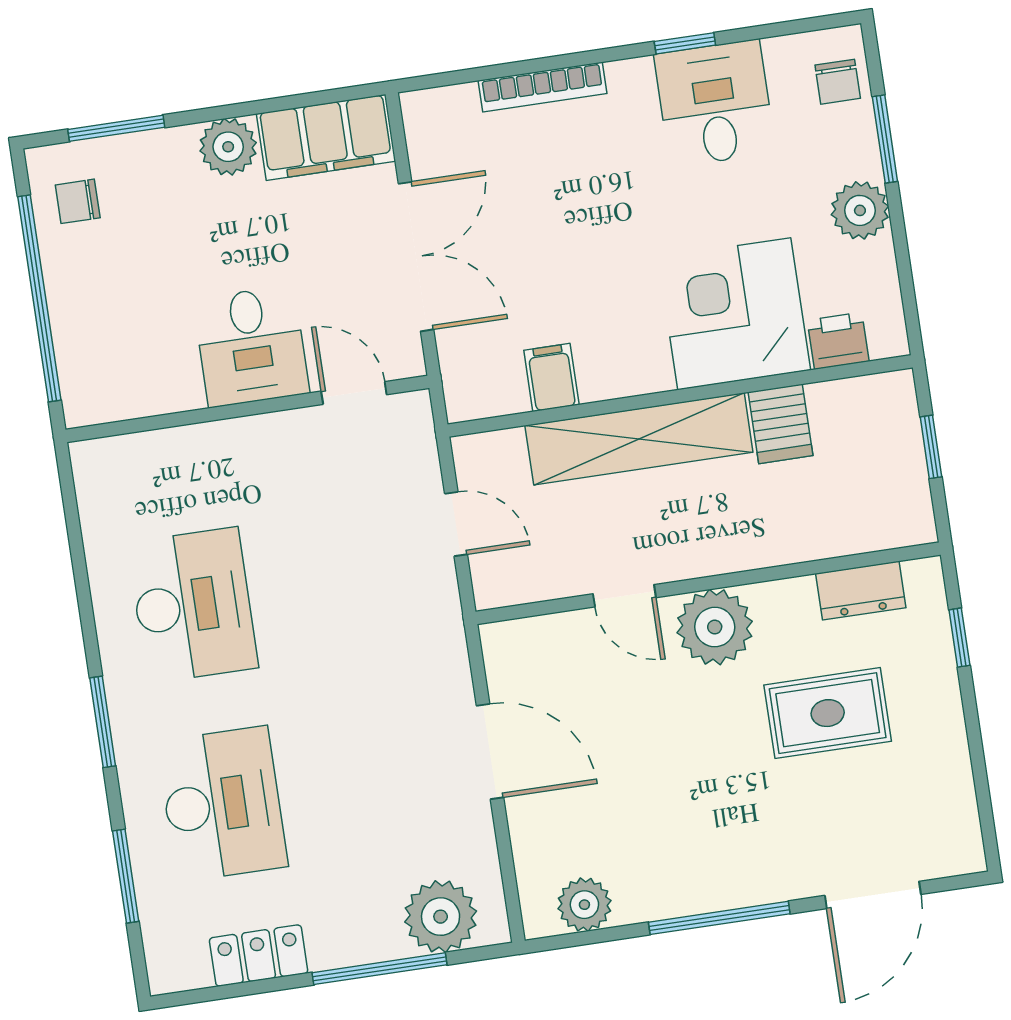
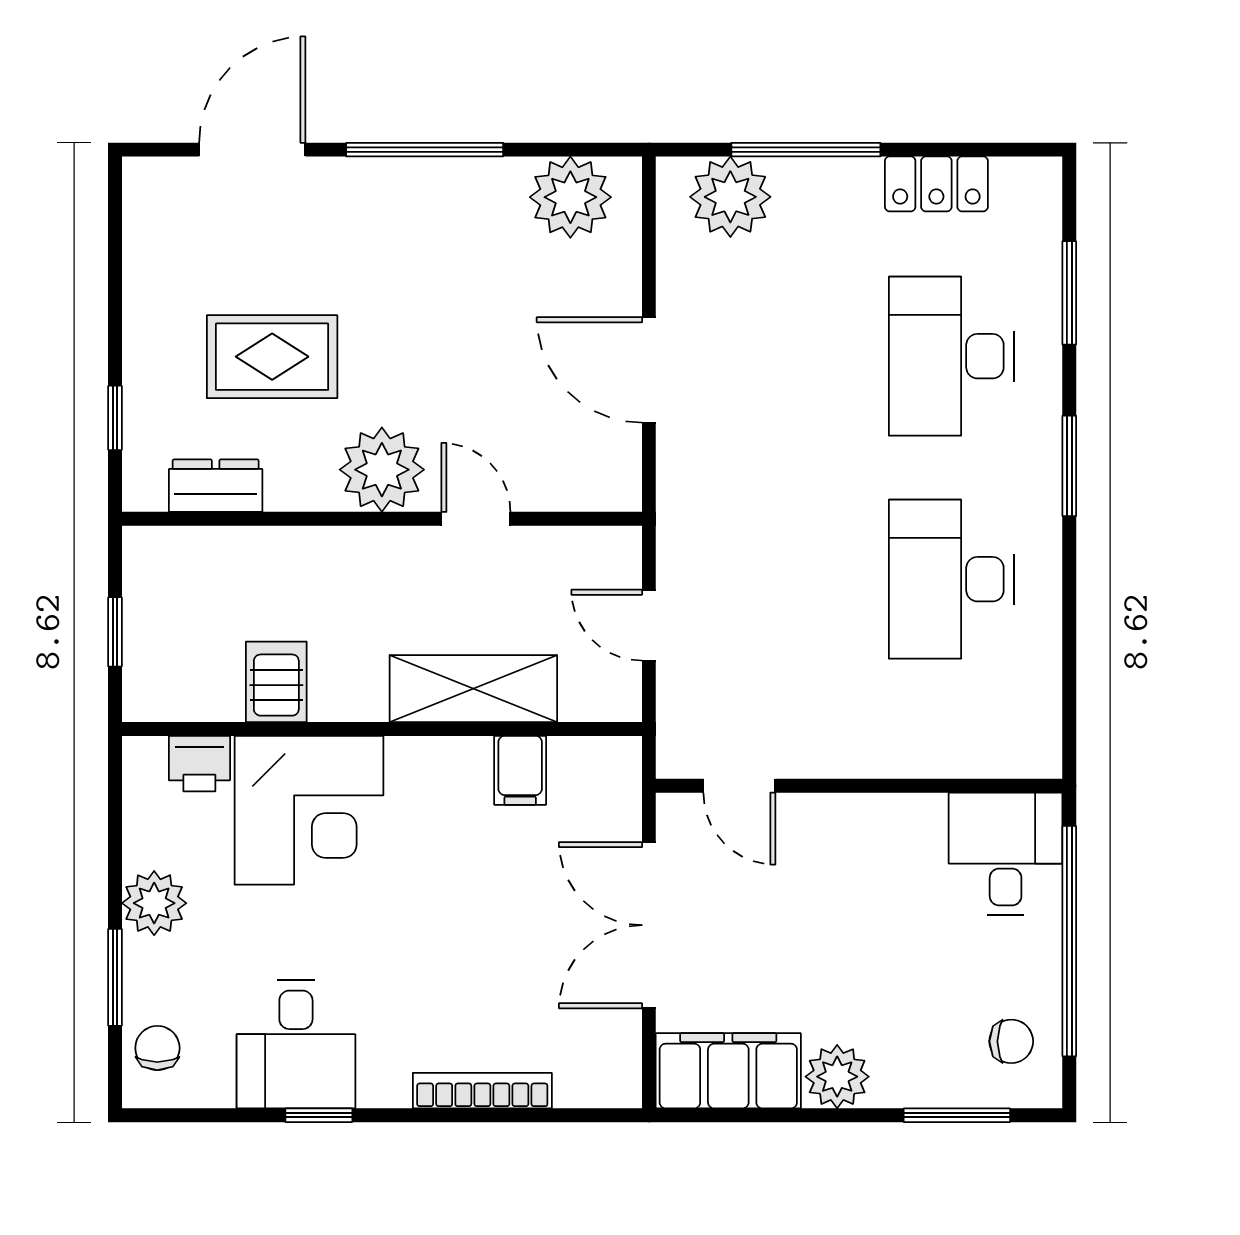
desk: (251, 346) -> (1006, 854), moved
shelving: (639, 439) -> (473, 689), width x0.68
plant: (584, 905) -> (570, 197), width x1.36, depth x1.36

